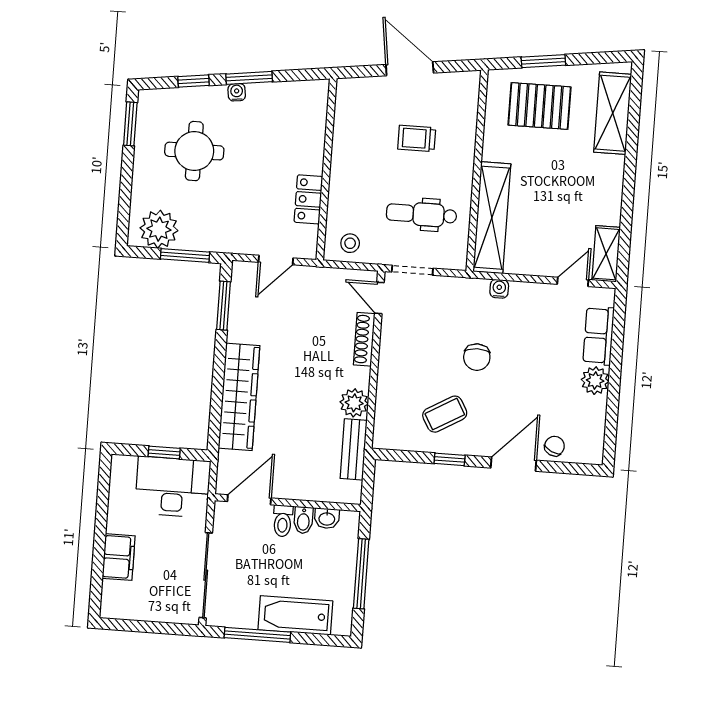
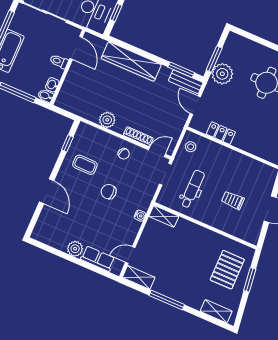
shelving: (613, 113) -> (216, 311), width x0.67, depth x0.75
trolley: (417, 138) -> (233, 200), turned -90
window: (628, 192) -> (167, 300), added
shelving: (492, 218) -> (164, 216), width x0.45, depth x0.75
plant: (159, 229) -> (222, 74), moved
door: (573, 282) -> (130, 255), swing flipped
coffee table: (445, 414) -> (85, 165), turned -60
chair: (554, 446) -> (124, 154), moved
bench: (354, 449) -> (186, 82), moved
window: (450, 459) -> (67, 143), moved
bidet: (303, 520) -> (46, 96), moved

